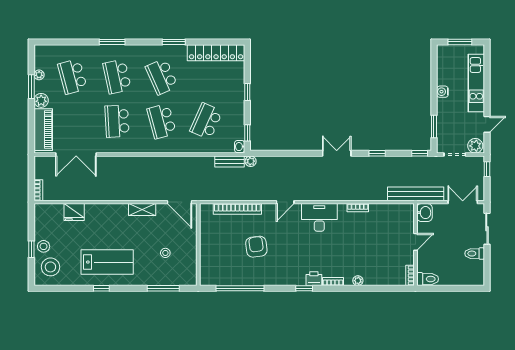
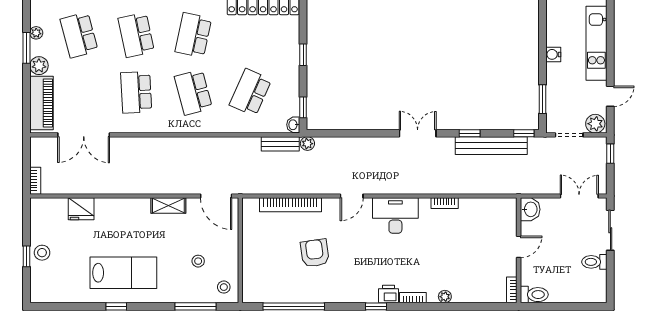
school desk: (162, 77) -> (193, 35), turned 36
bench: (416, 194) -> (491, 146), moved
stool: (50, 267) -> (224, 287), moved, width x0.53, depth x0.53

